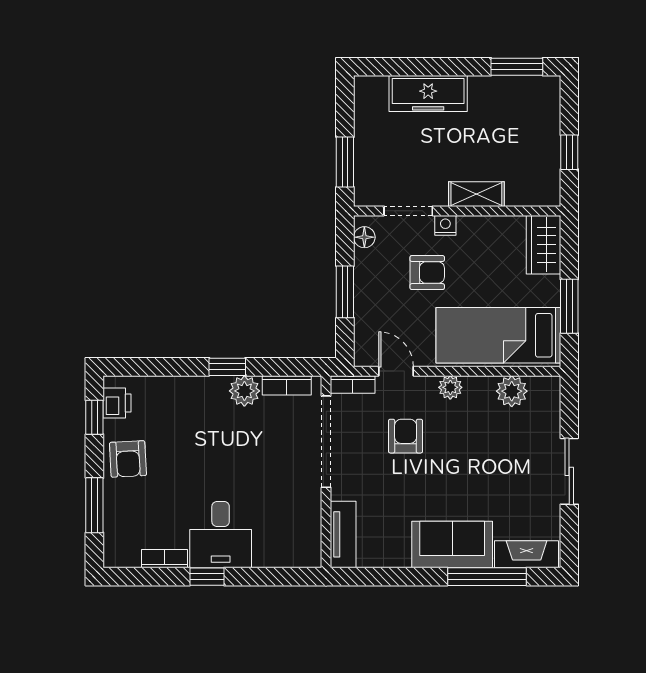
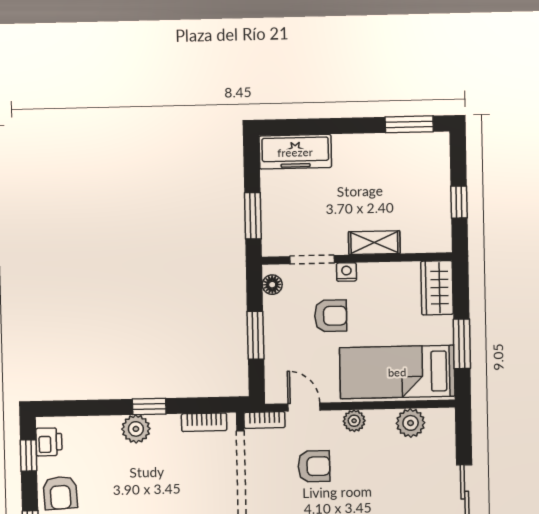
freezer: (428, 94) -> (295, 152), moved
plant: (244, 391) -> (136, 429), moved
armchair: (406, 436) -> (314, 466), turned 90

